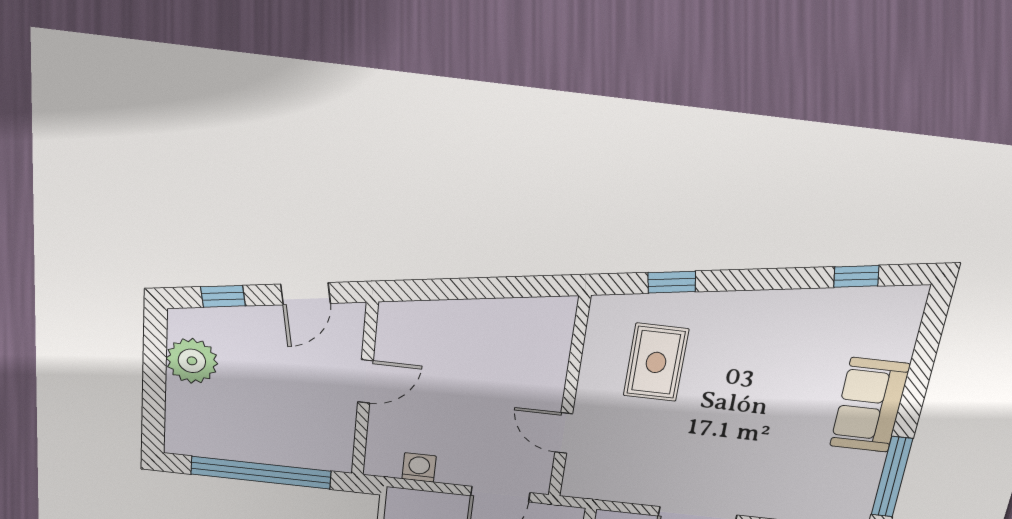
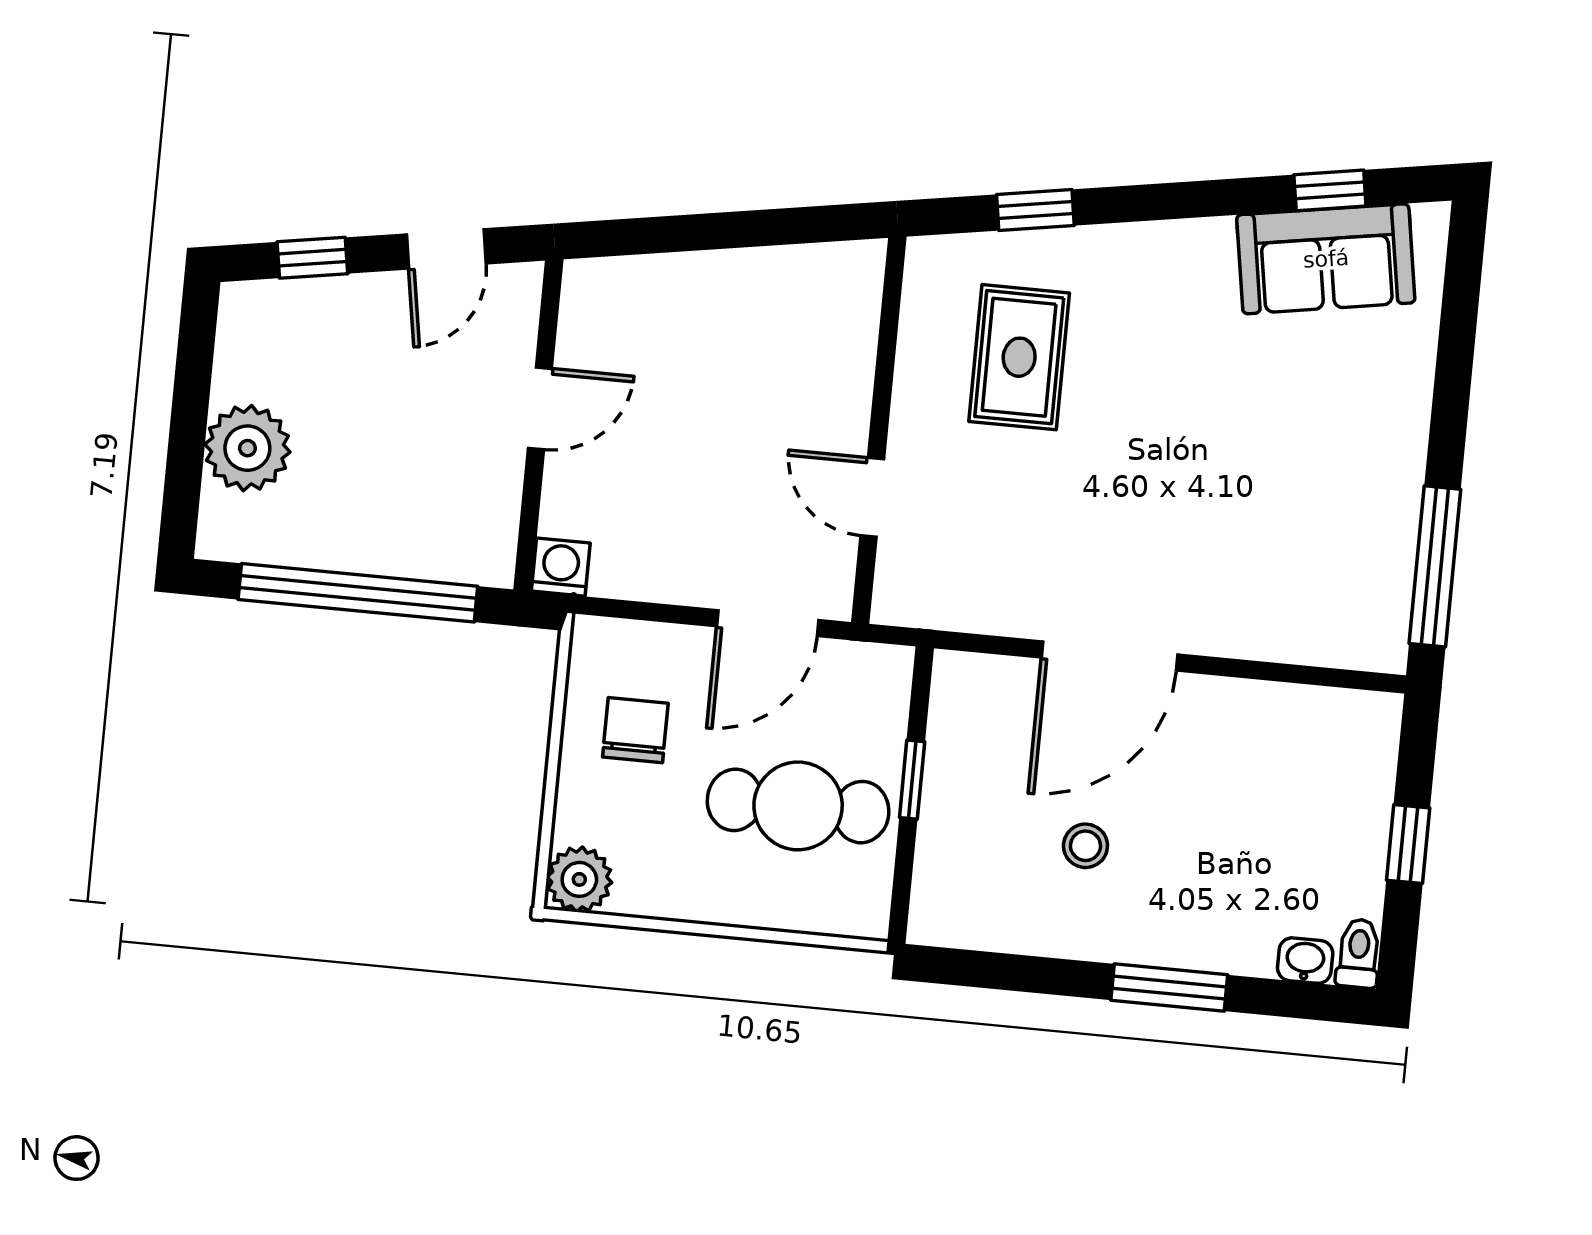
plant: (192, 361) -> (247, 448), moved
sofa: (870, 405) -> (1326, 259), moved, turned -99
washing machine: (419, 467) -> (561, 567), moved

